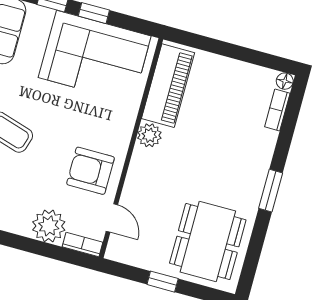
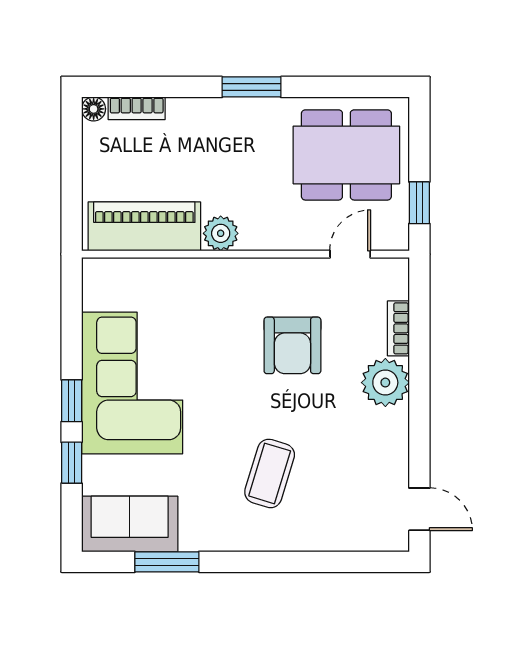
piano: (168, 86) -> (144, 226), moved
plant: (149, 135) -> (221, 233), moved
wall: (131, 148) -> (245, 254), moved
door: (112, 218) -> (350, 254), moved

